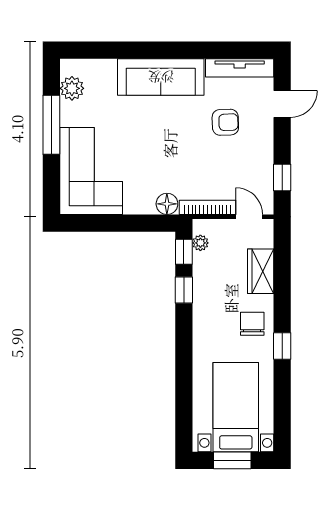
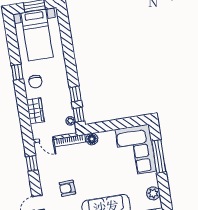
window: (51, 125) -> (159, 156), moved

